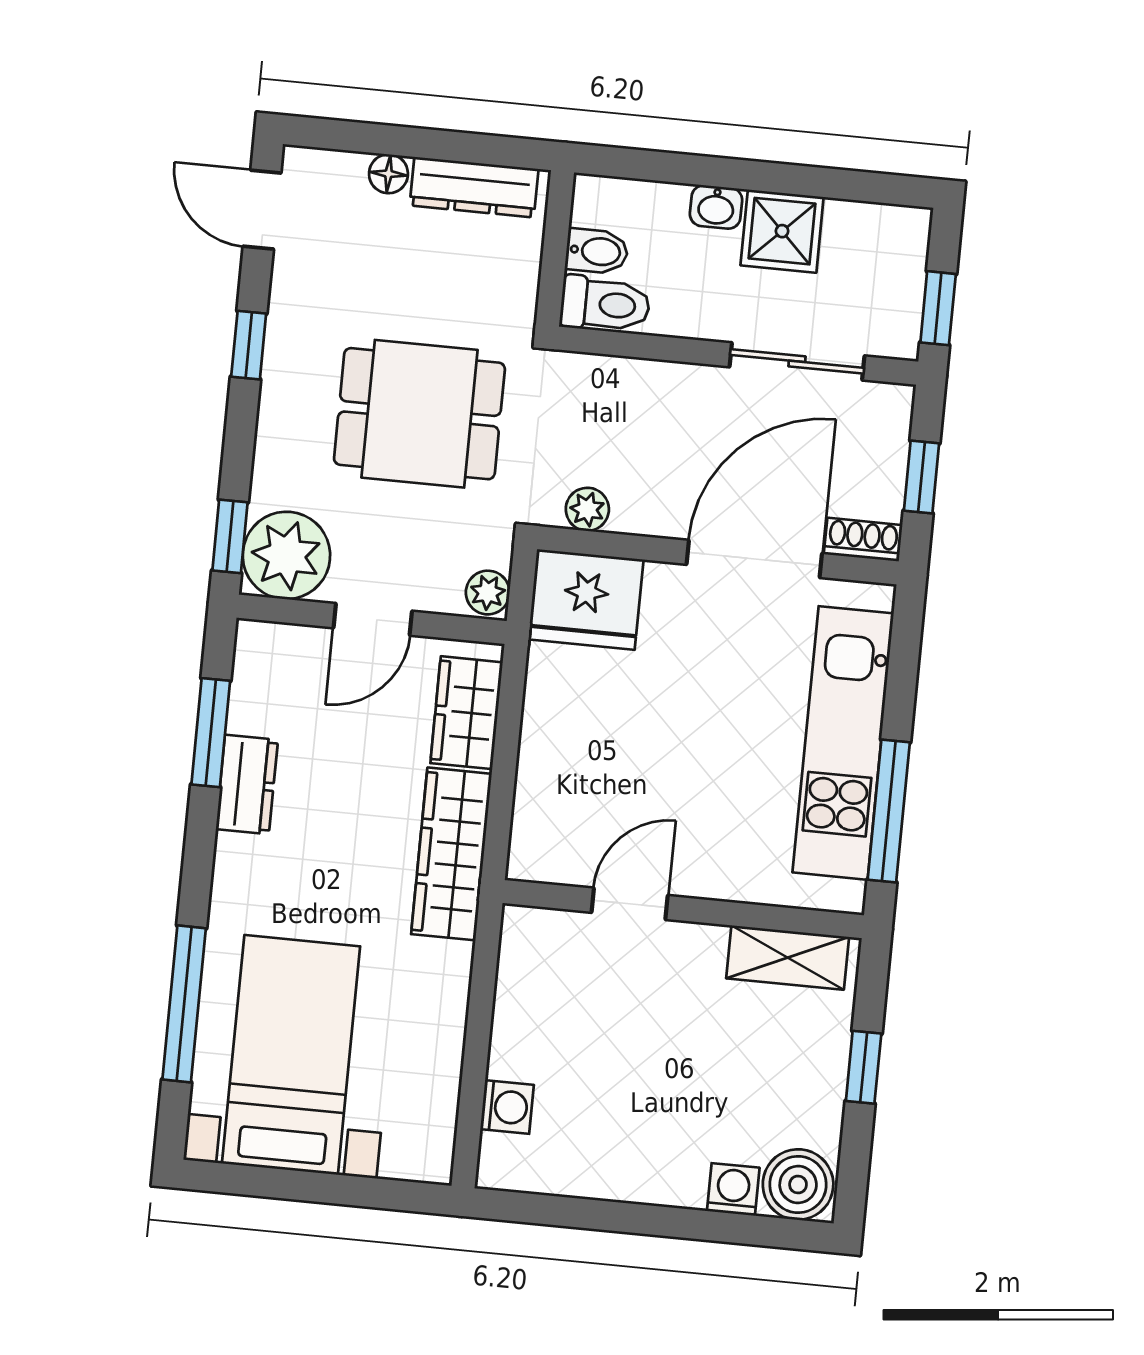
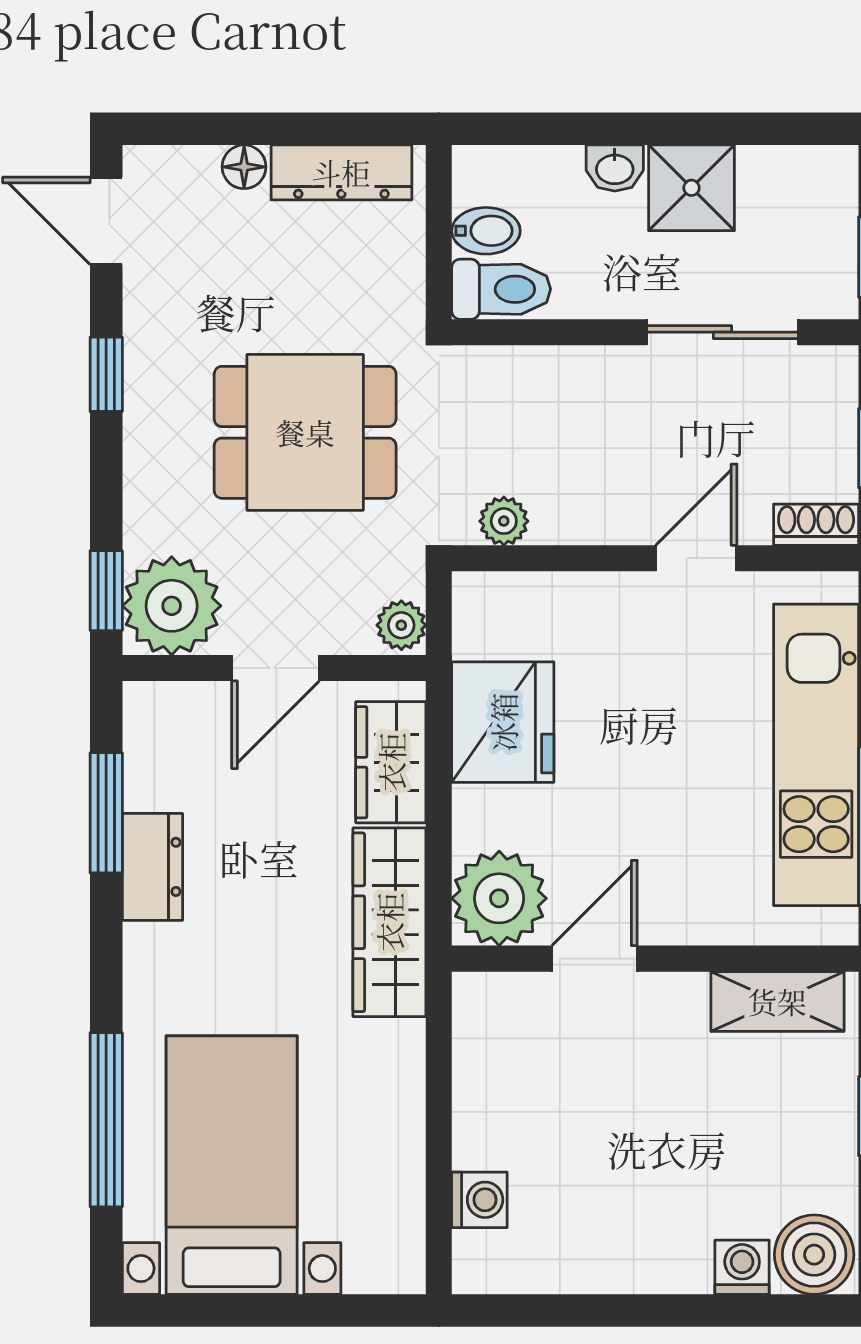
door: (754, 559) -> (696, 558), width x0.53
fridge: (586, 599) -> (503, 722), moved, turned -90
plant: (550, 842) -> (499, 898), added

